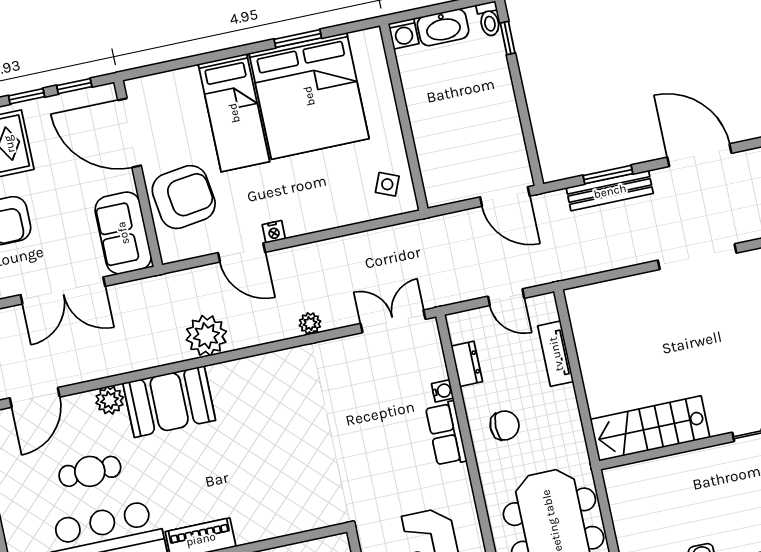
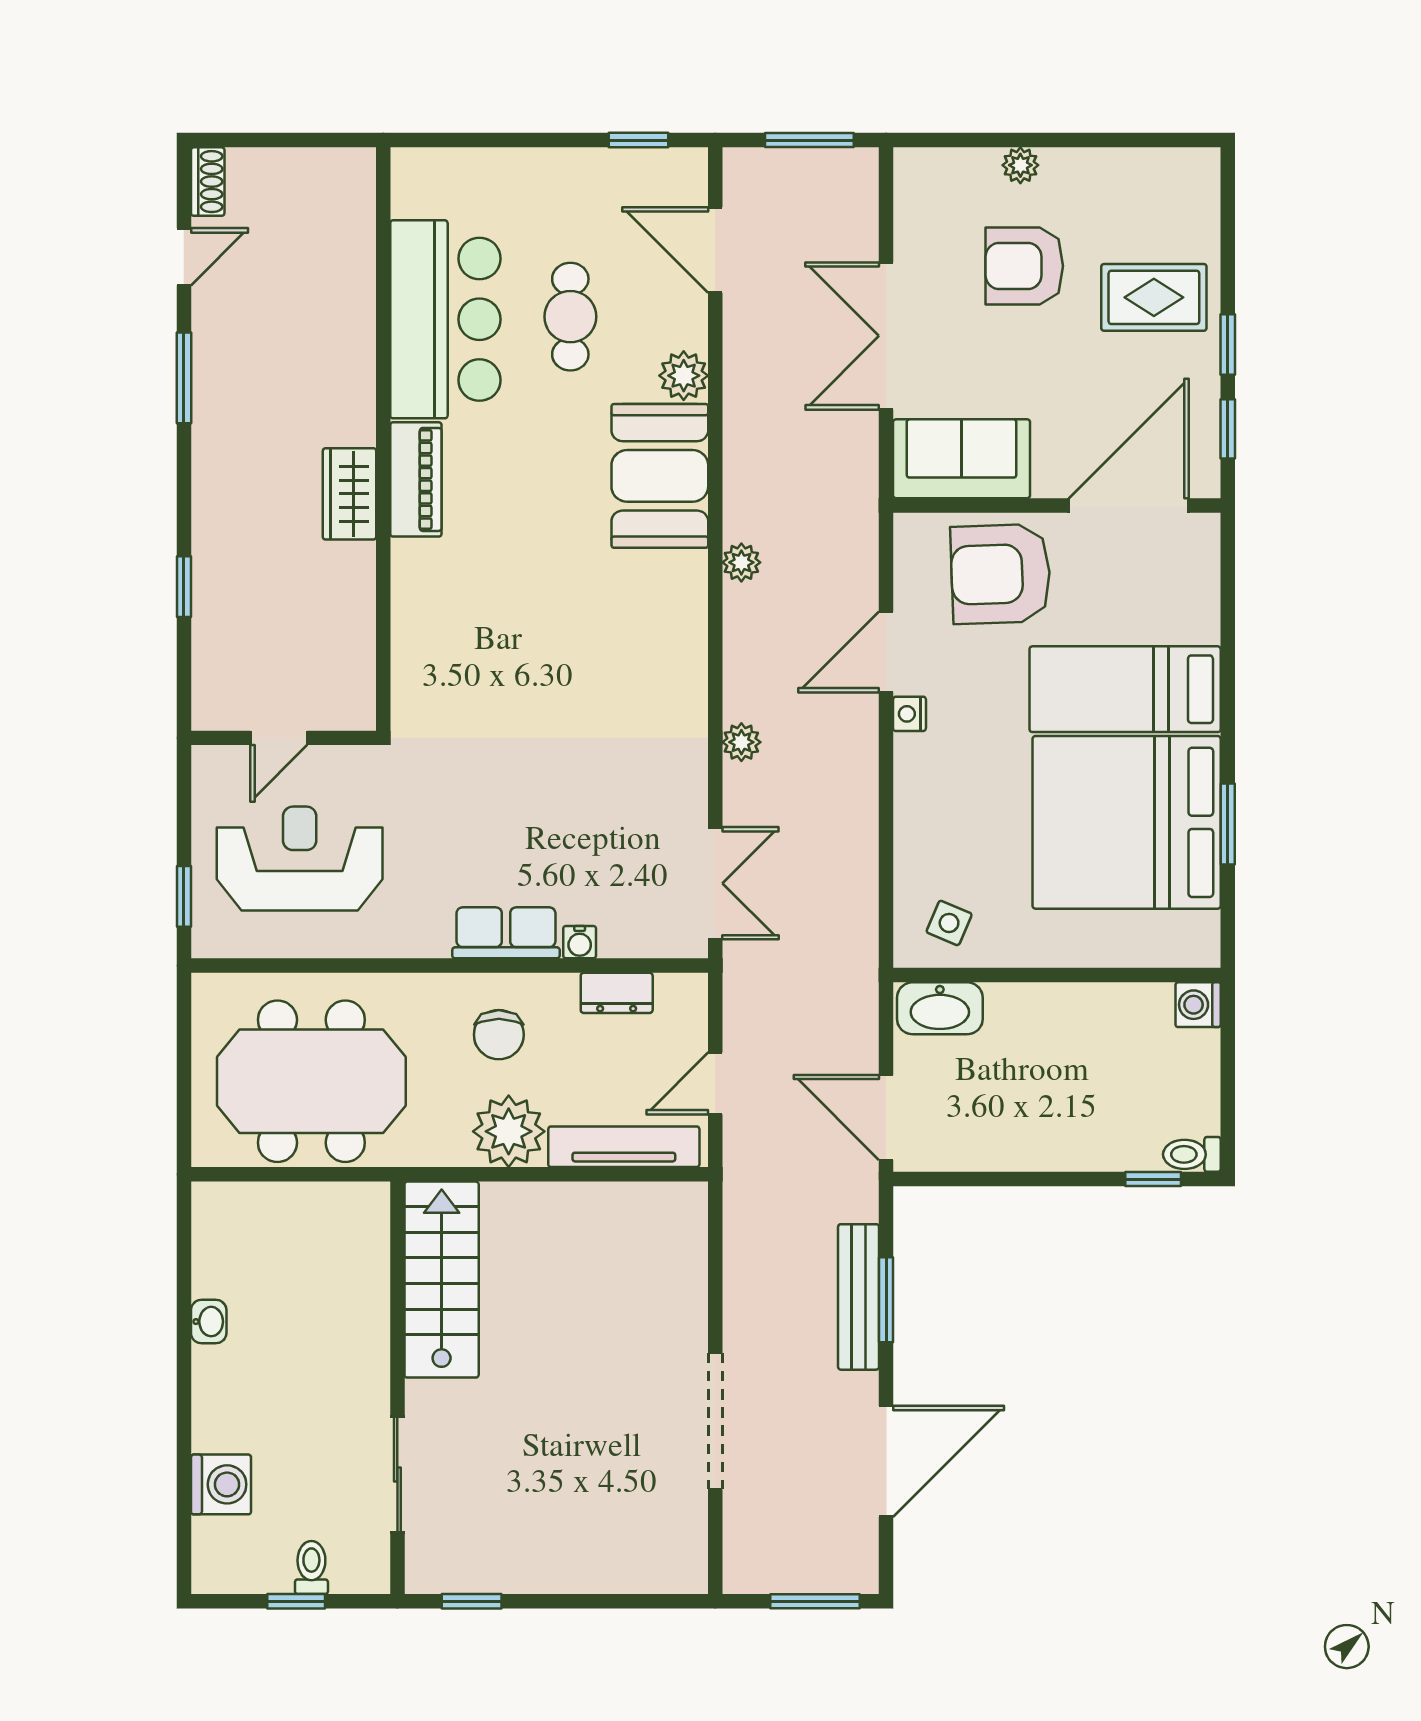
washbasin: (443, 27) -> (940, 1008), moved, turned -90
armchair: (184, 197) -> (1001, 574), turned 96
door: (505, 197) -> (886, 1118), hinge flipped
plant: (206, 336) -> (741, 562), width x0.53, depth x0.53
tv unit: (556, 354) -> (624, 1147), width x1.41
plant: (558, 408) -> (509, 1131), added

